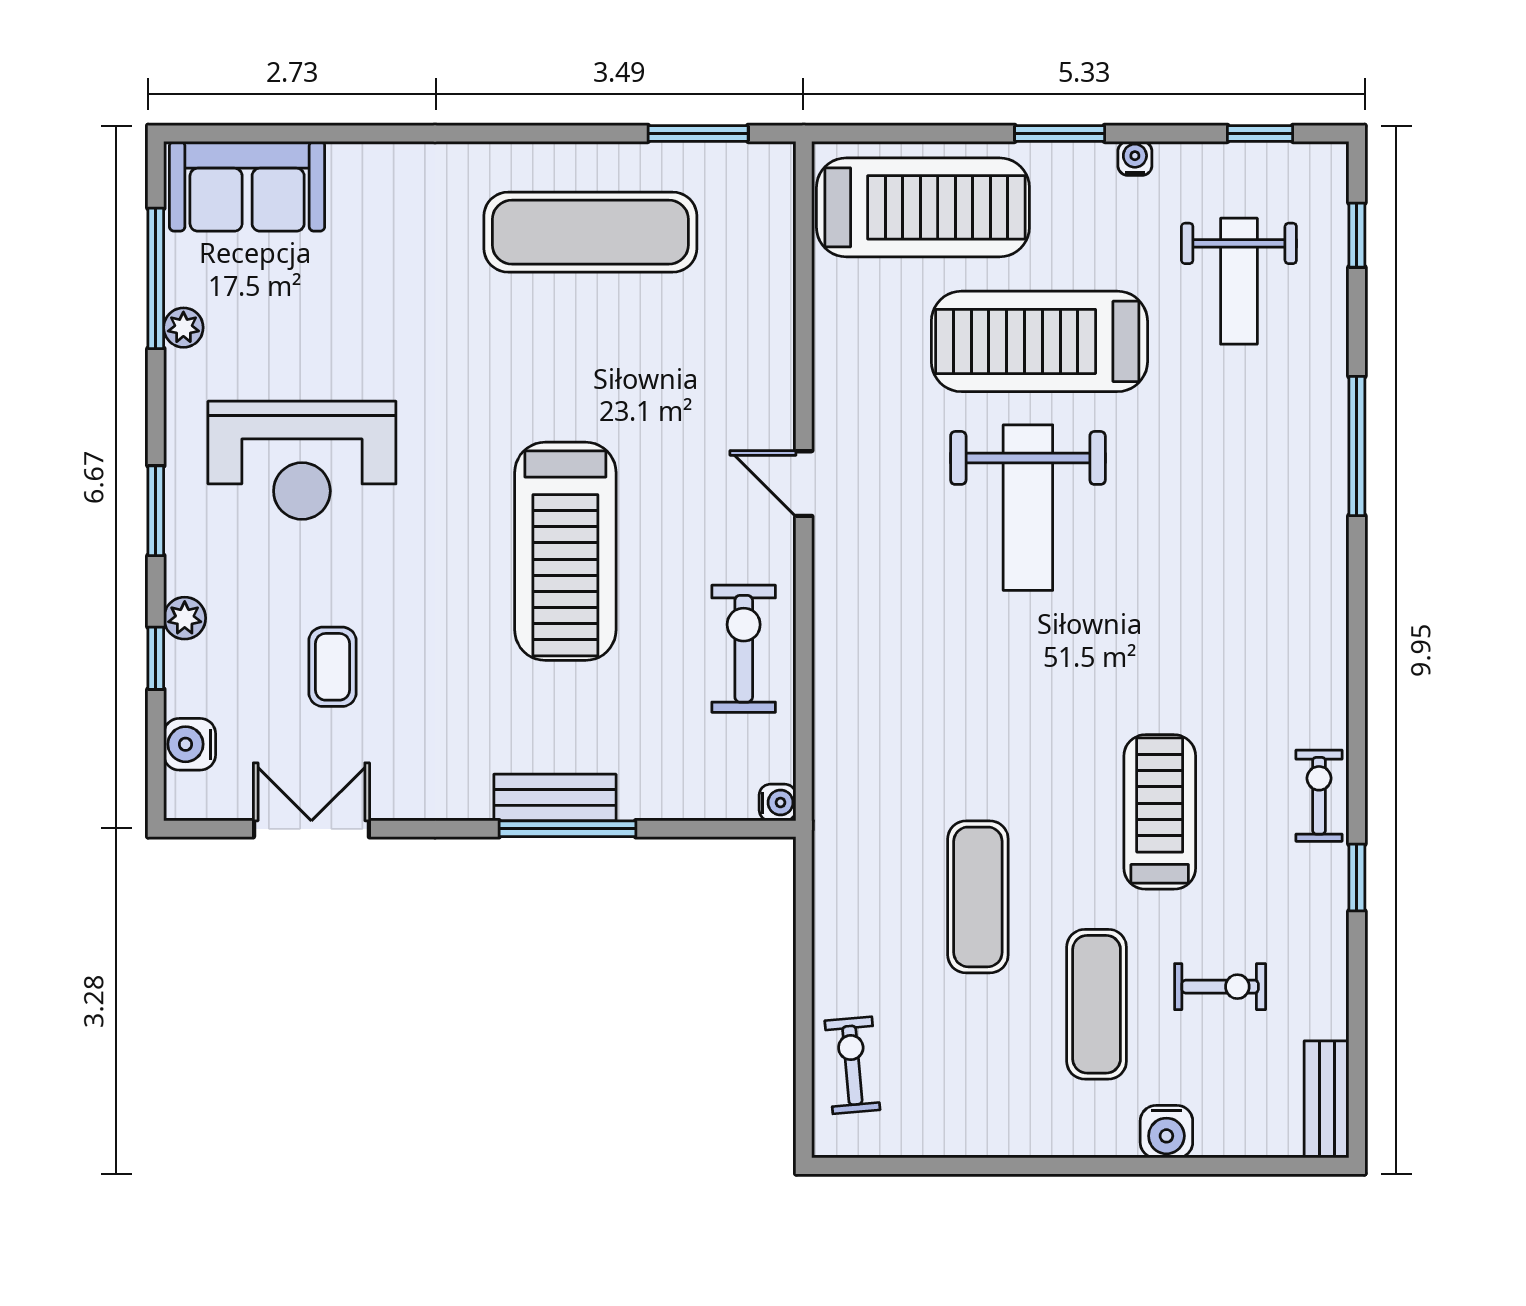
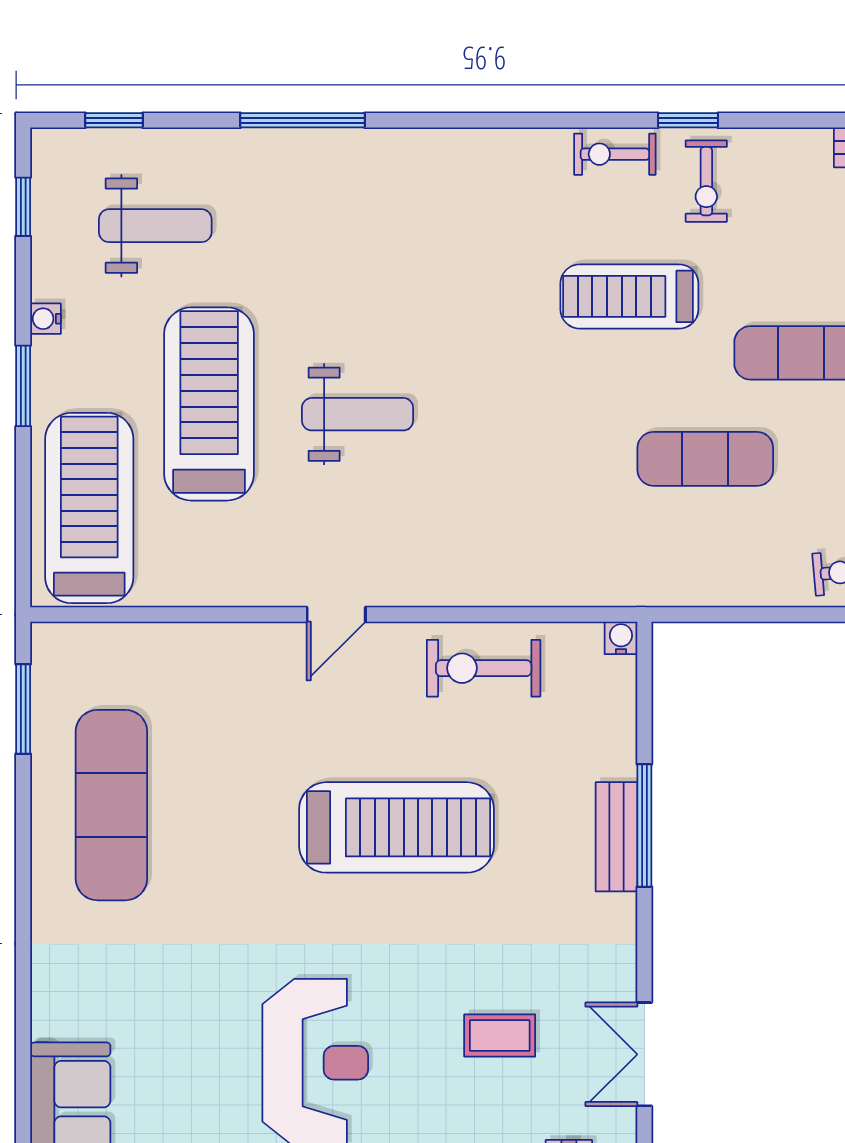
treadmill: (1039, 341) -> (209, 404), turned 180
weight bench: (1028, 508) -> (358, 414), width x0.73, depth x0.75
exercise bike: (1220, 987) -> (706, 181), moved, turned 180

